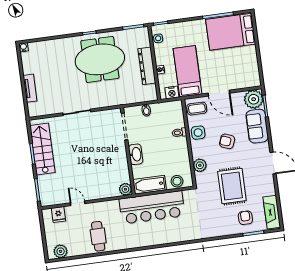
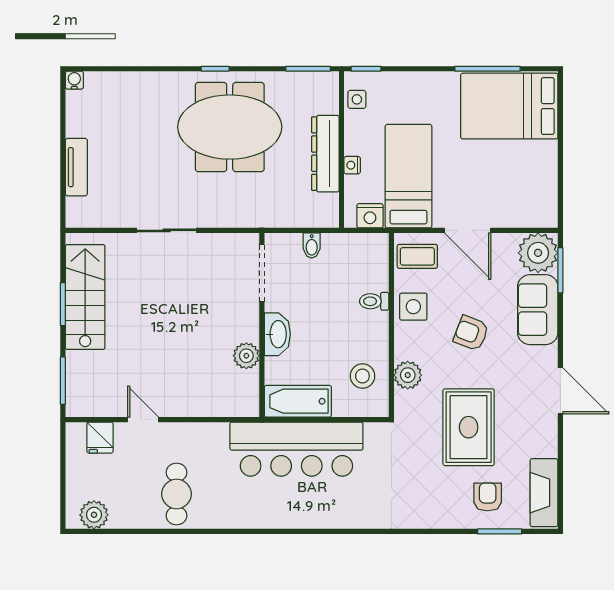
stool: (177, 181) -> (362, 376), moved
plant: (125, 189) -> (246, 356), moved

